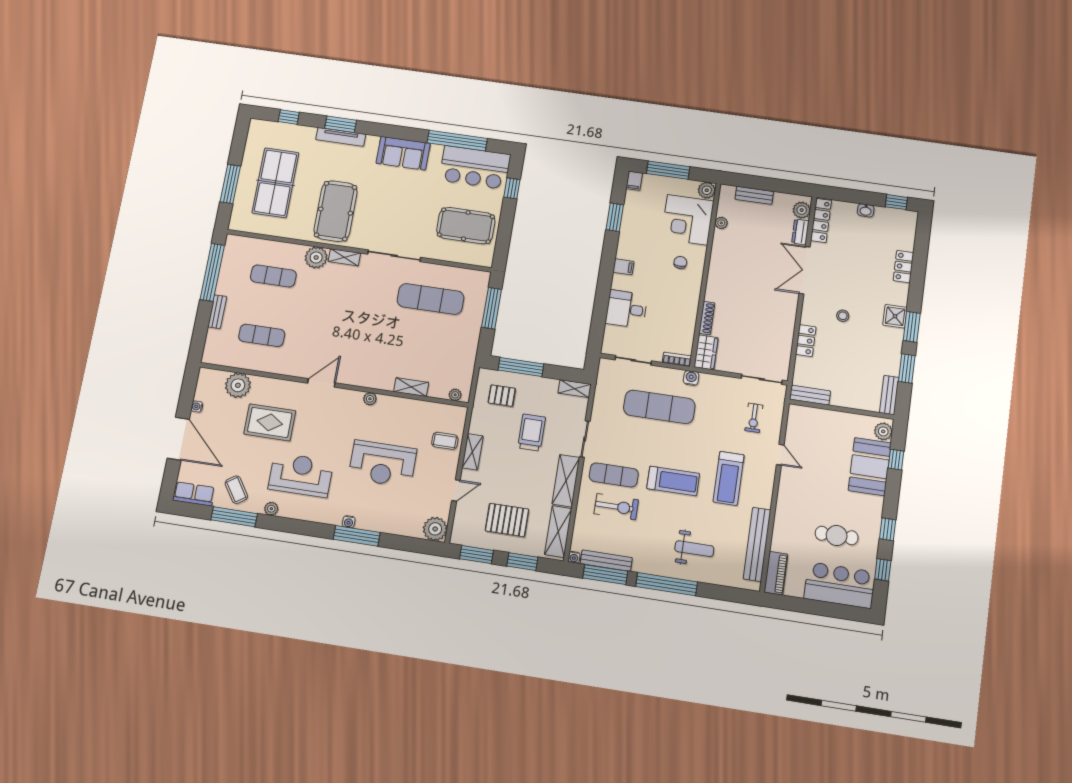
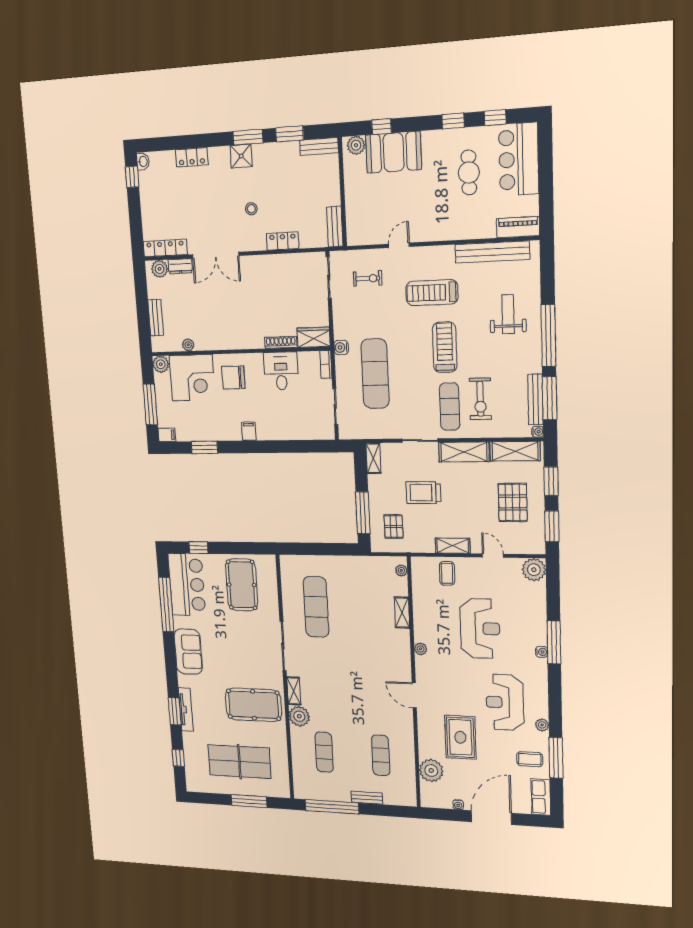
washbasin: (866, 210) -> (143, 161), moved
chair: (680, 262) -> (233, 378), width x1.87, depth x1.87
window: (492, 308) -> (313, 549), removed
desk: (626, 309) -> (281, 371), moved, turned 180
treadmill: (729, 478) -> (432, 293), turned 180
coffee table: (236, 490) -> (530, 759), turned 34
exercise bike: (616, 507) -> (480, 399), turned 180

